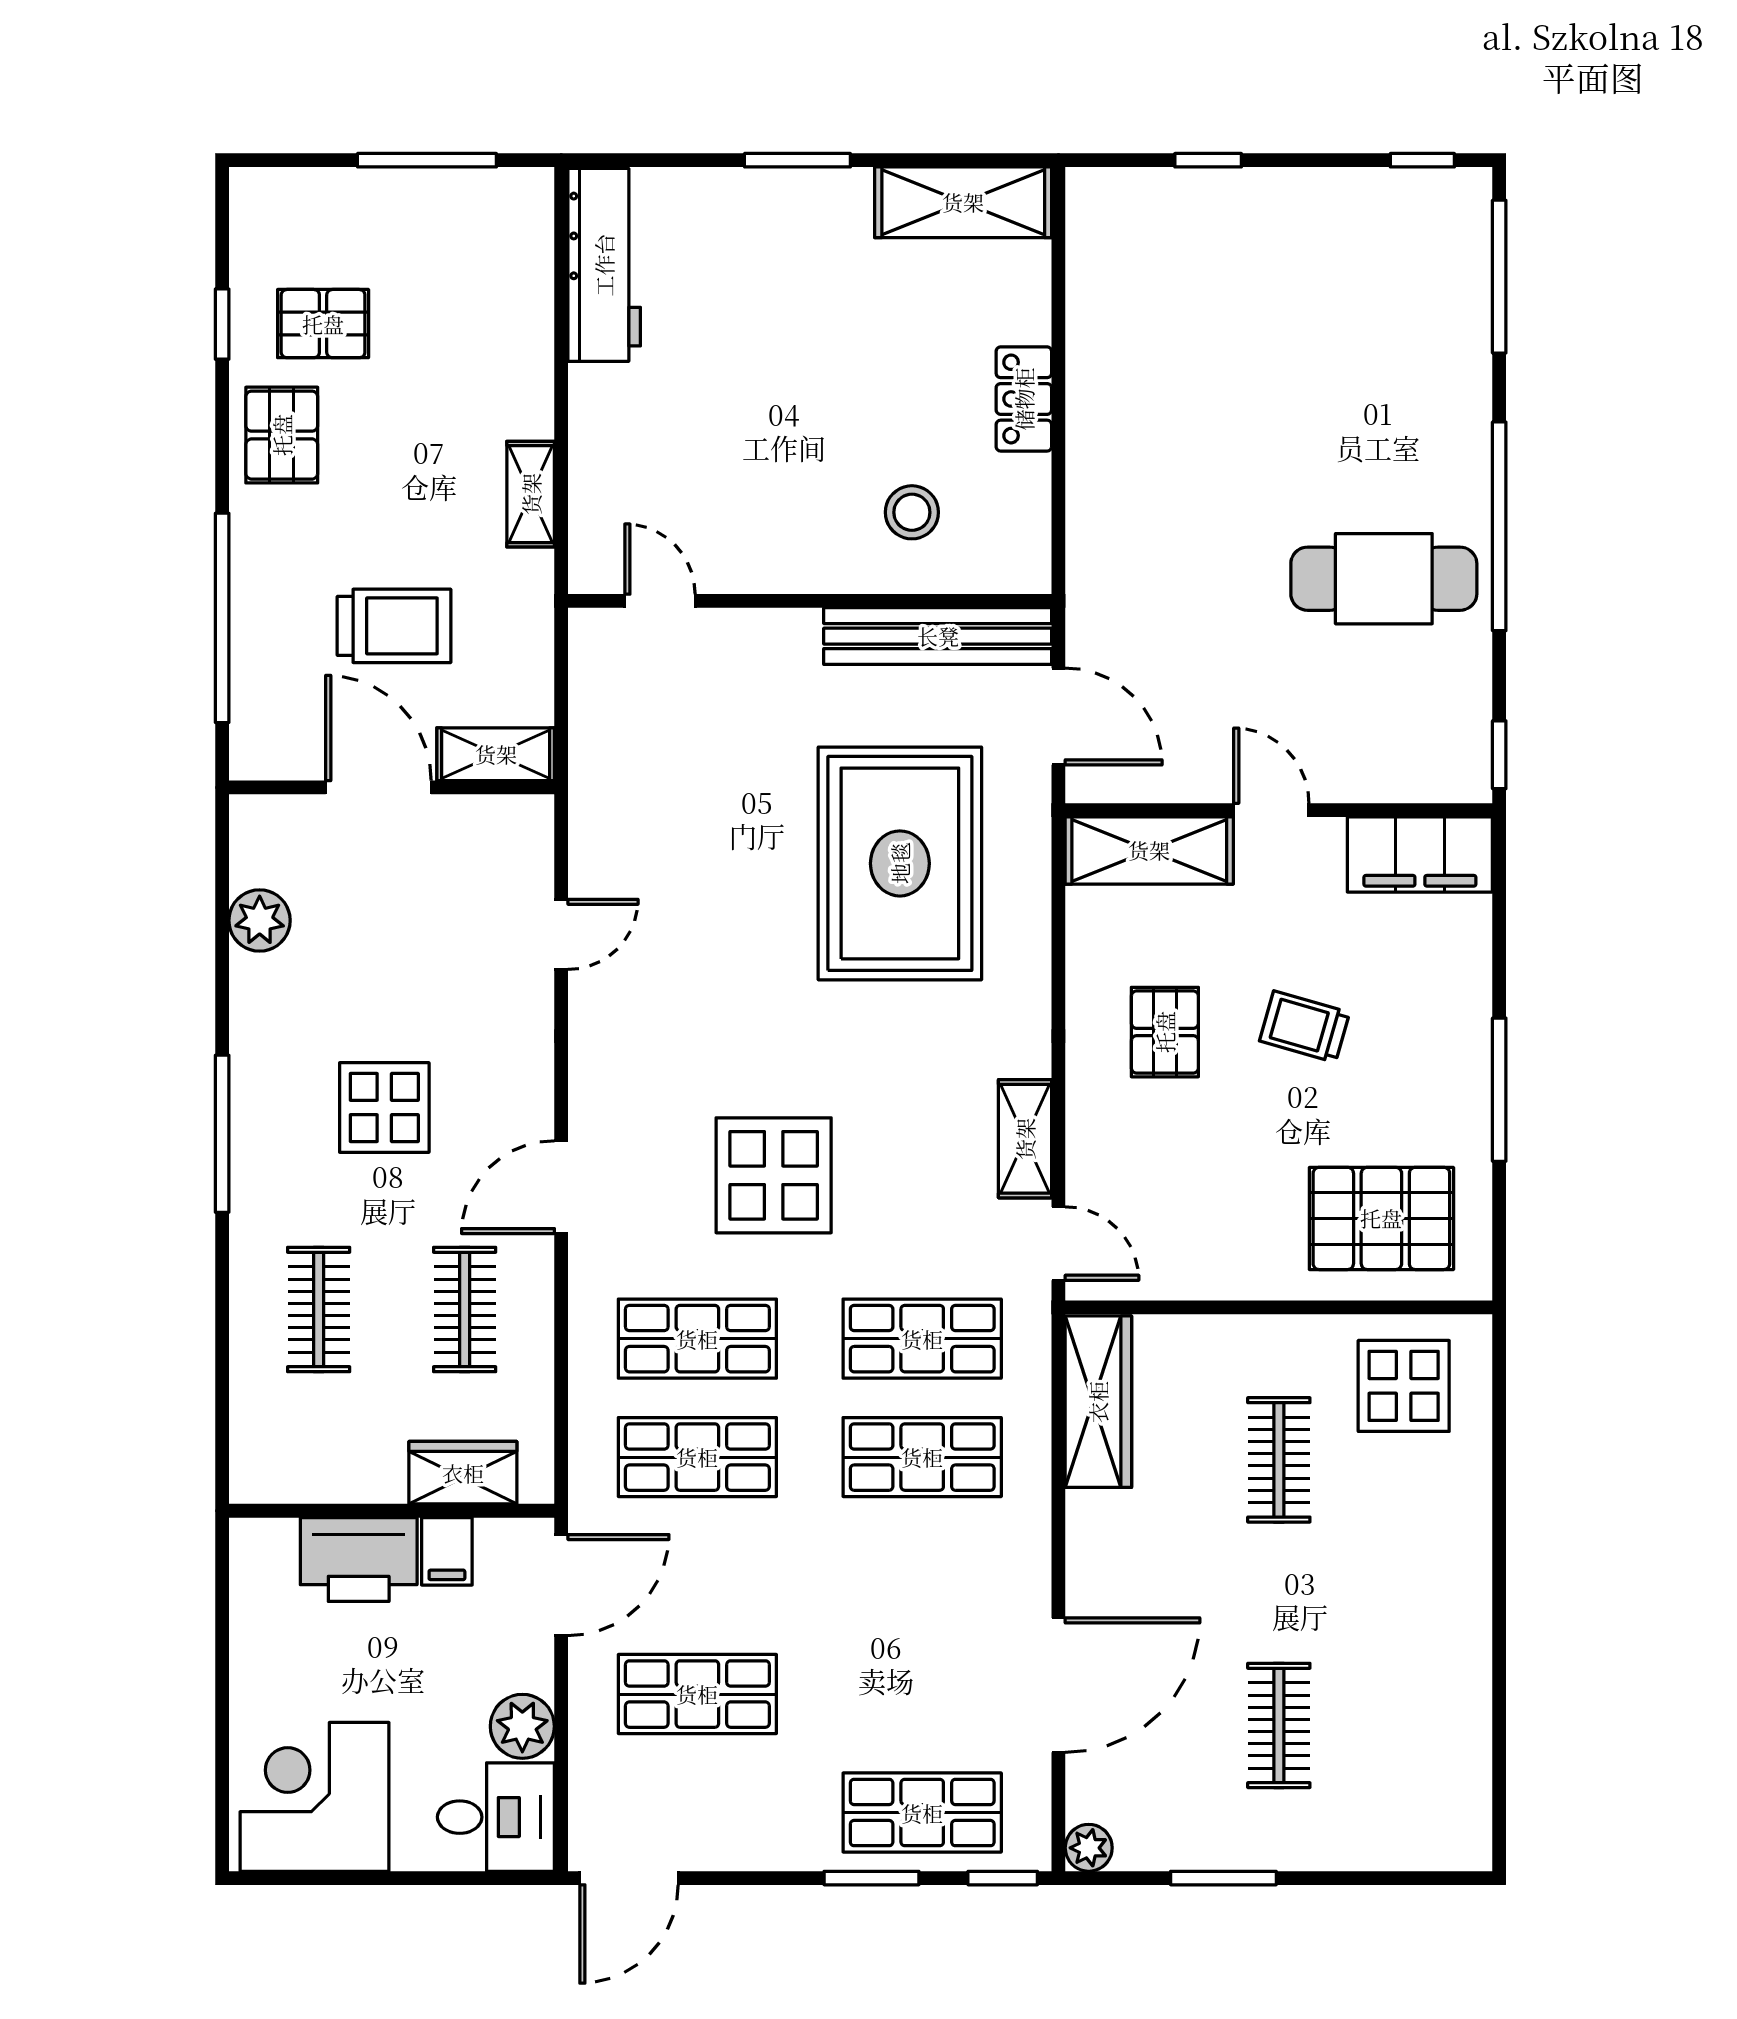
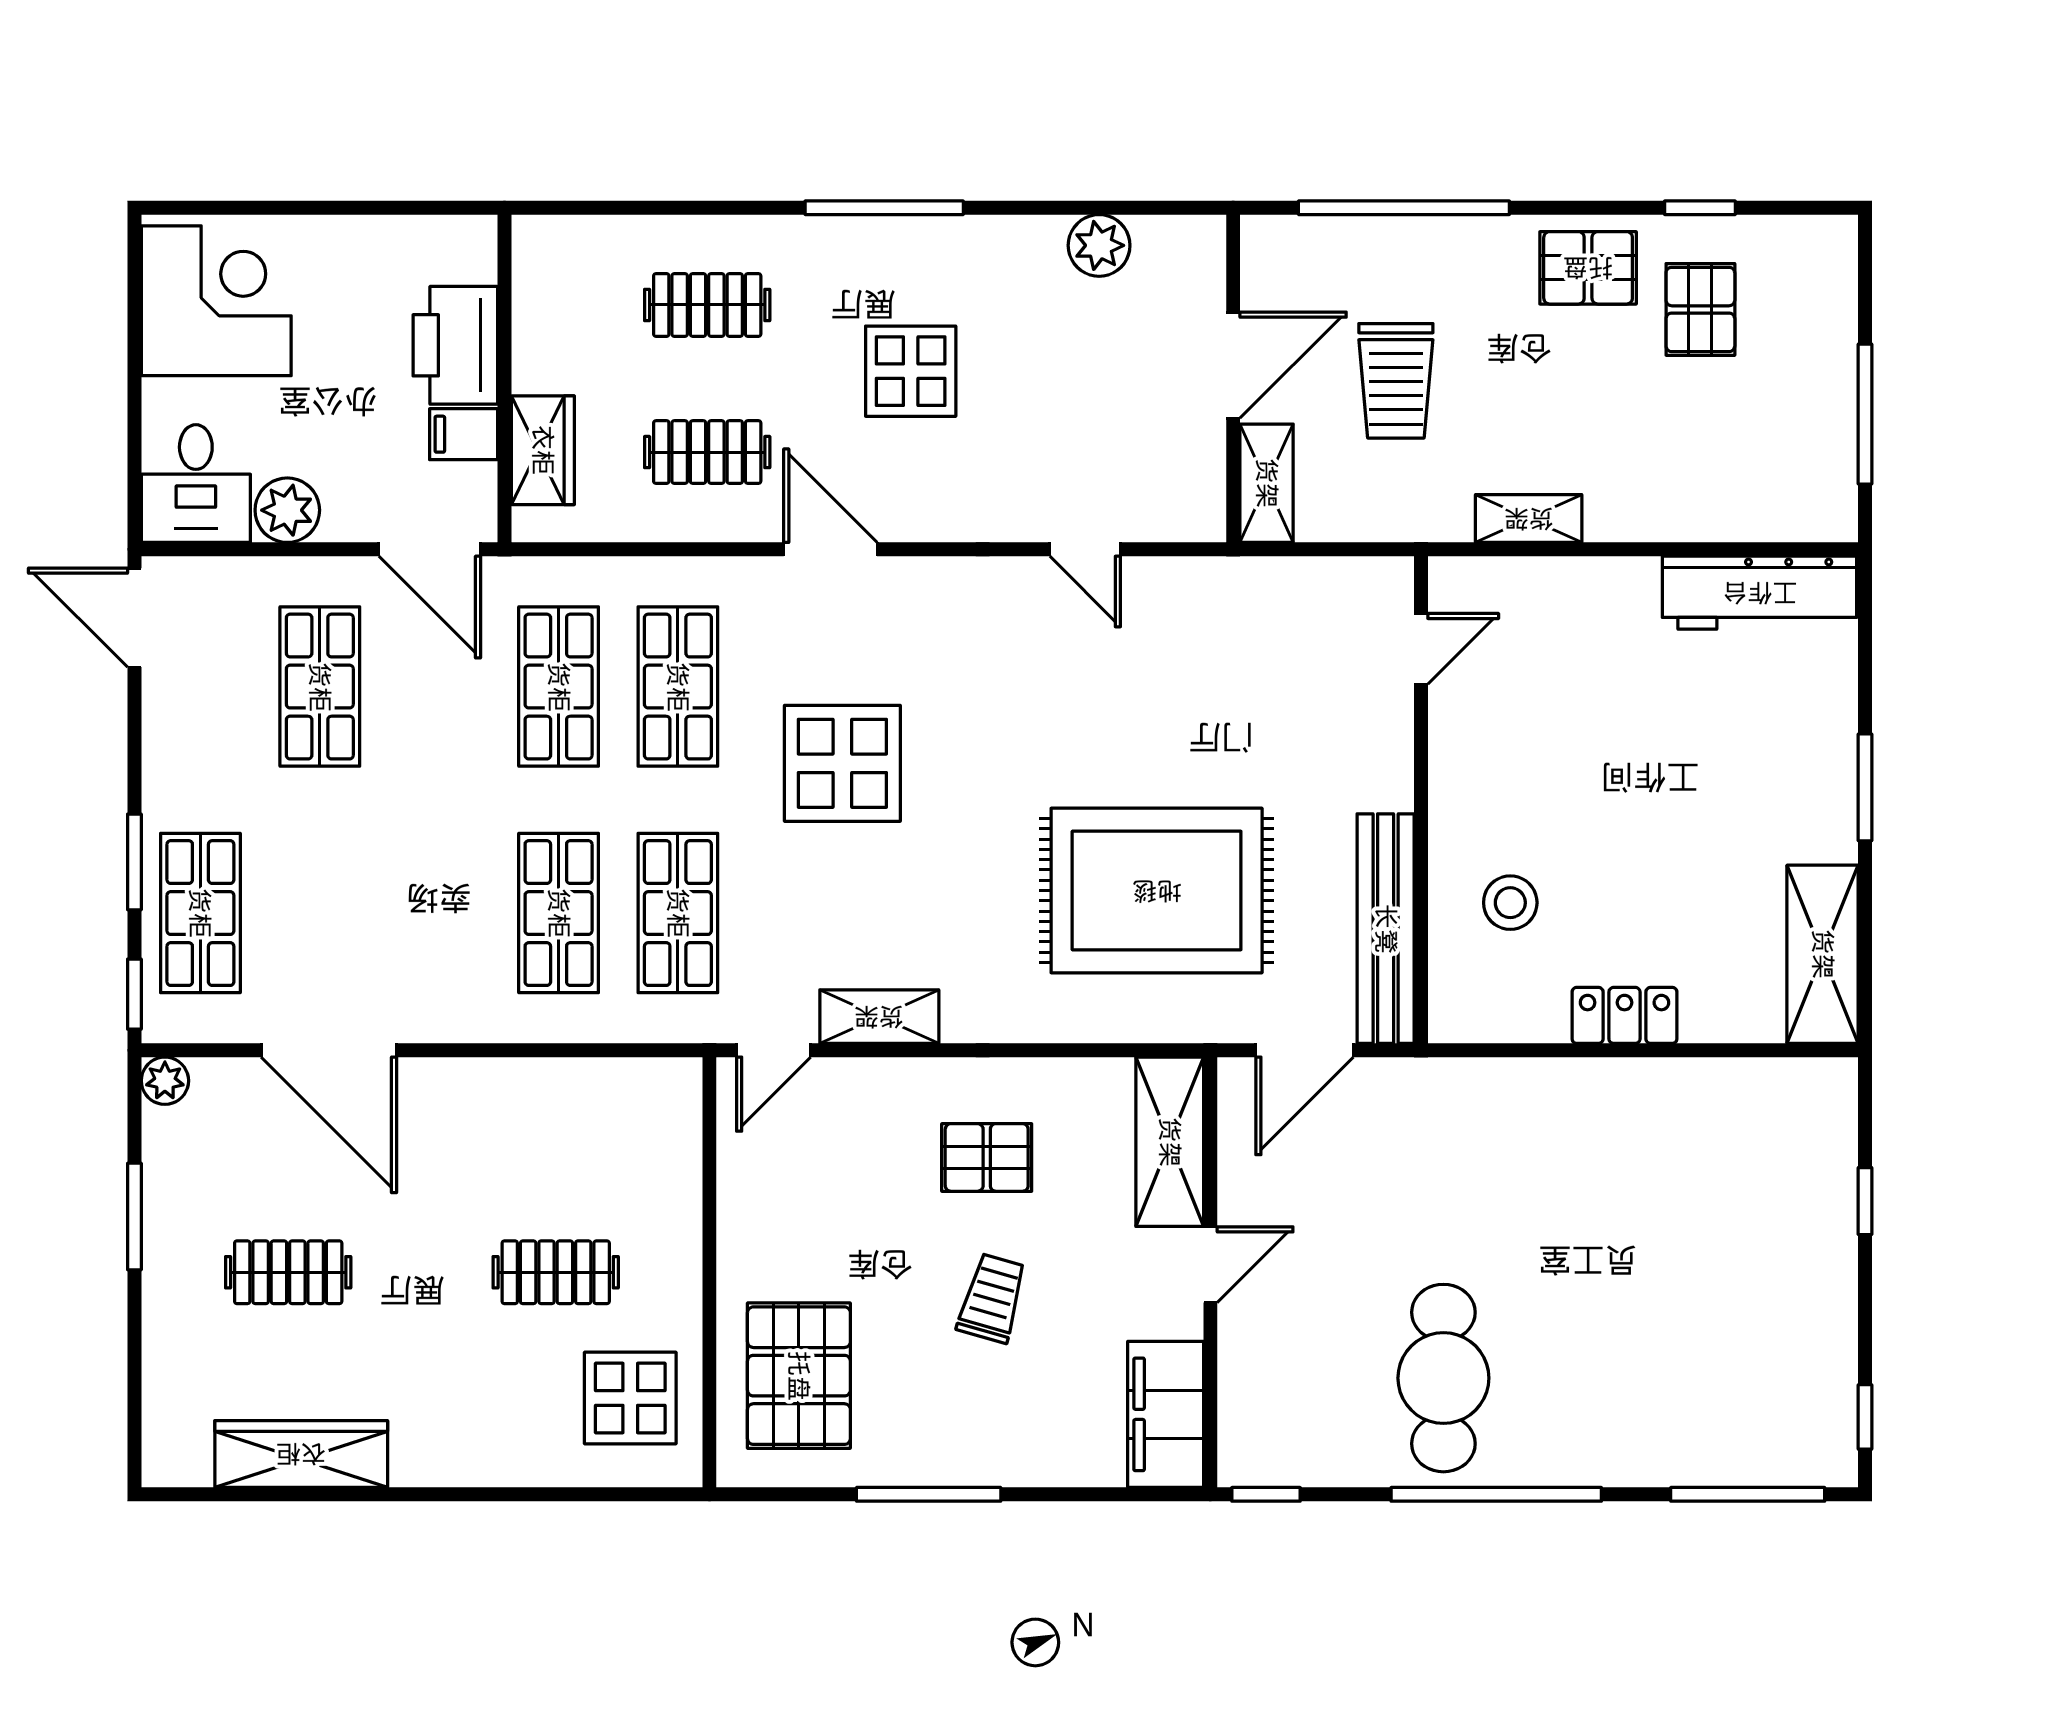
wardrobe: (1098, 1402) -> (301, 1454), moved, turned 180

